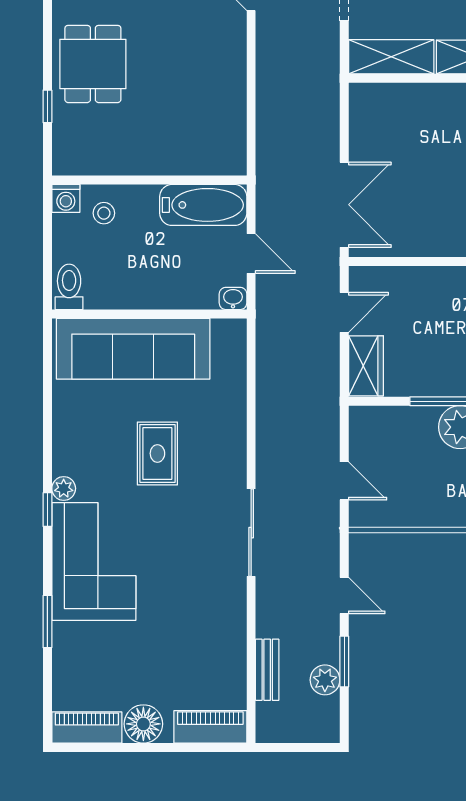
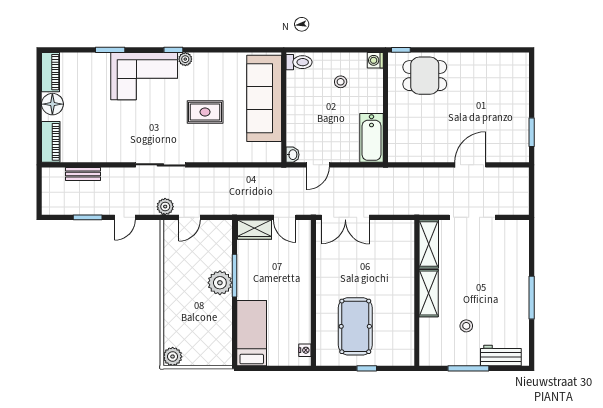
wall: (149, 180) -> (386, 107), moved
washing machine: (66, 198) -> (375, 60), moved
bathtub: (203, 205) -> (371, 138), moved
plant: (325, 680) -> (165, 207), moved

